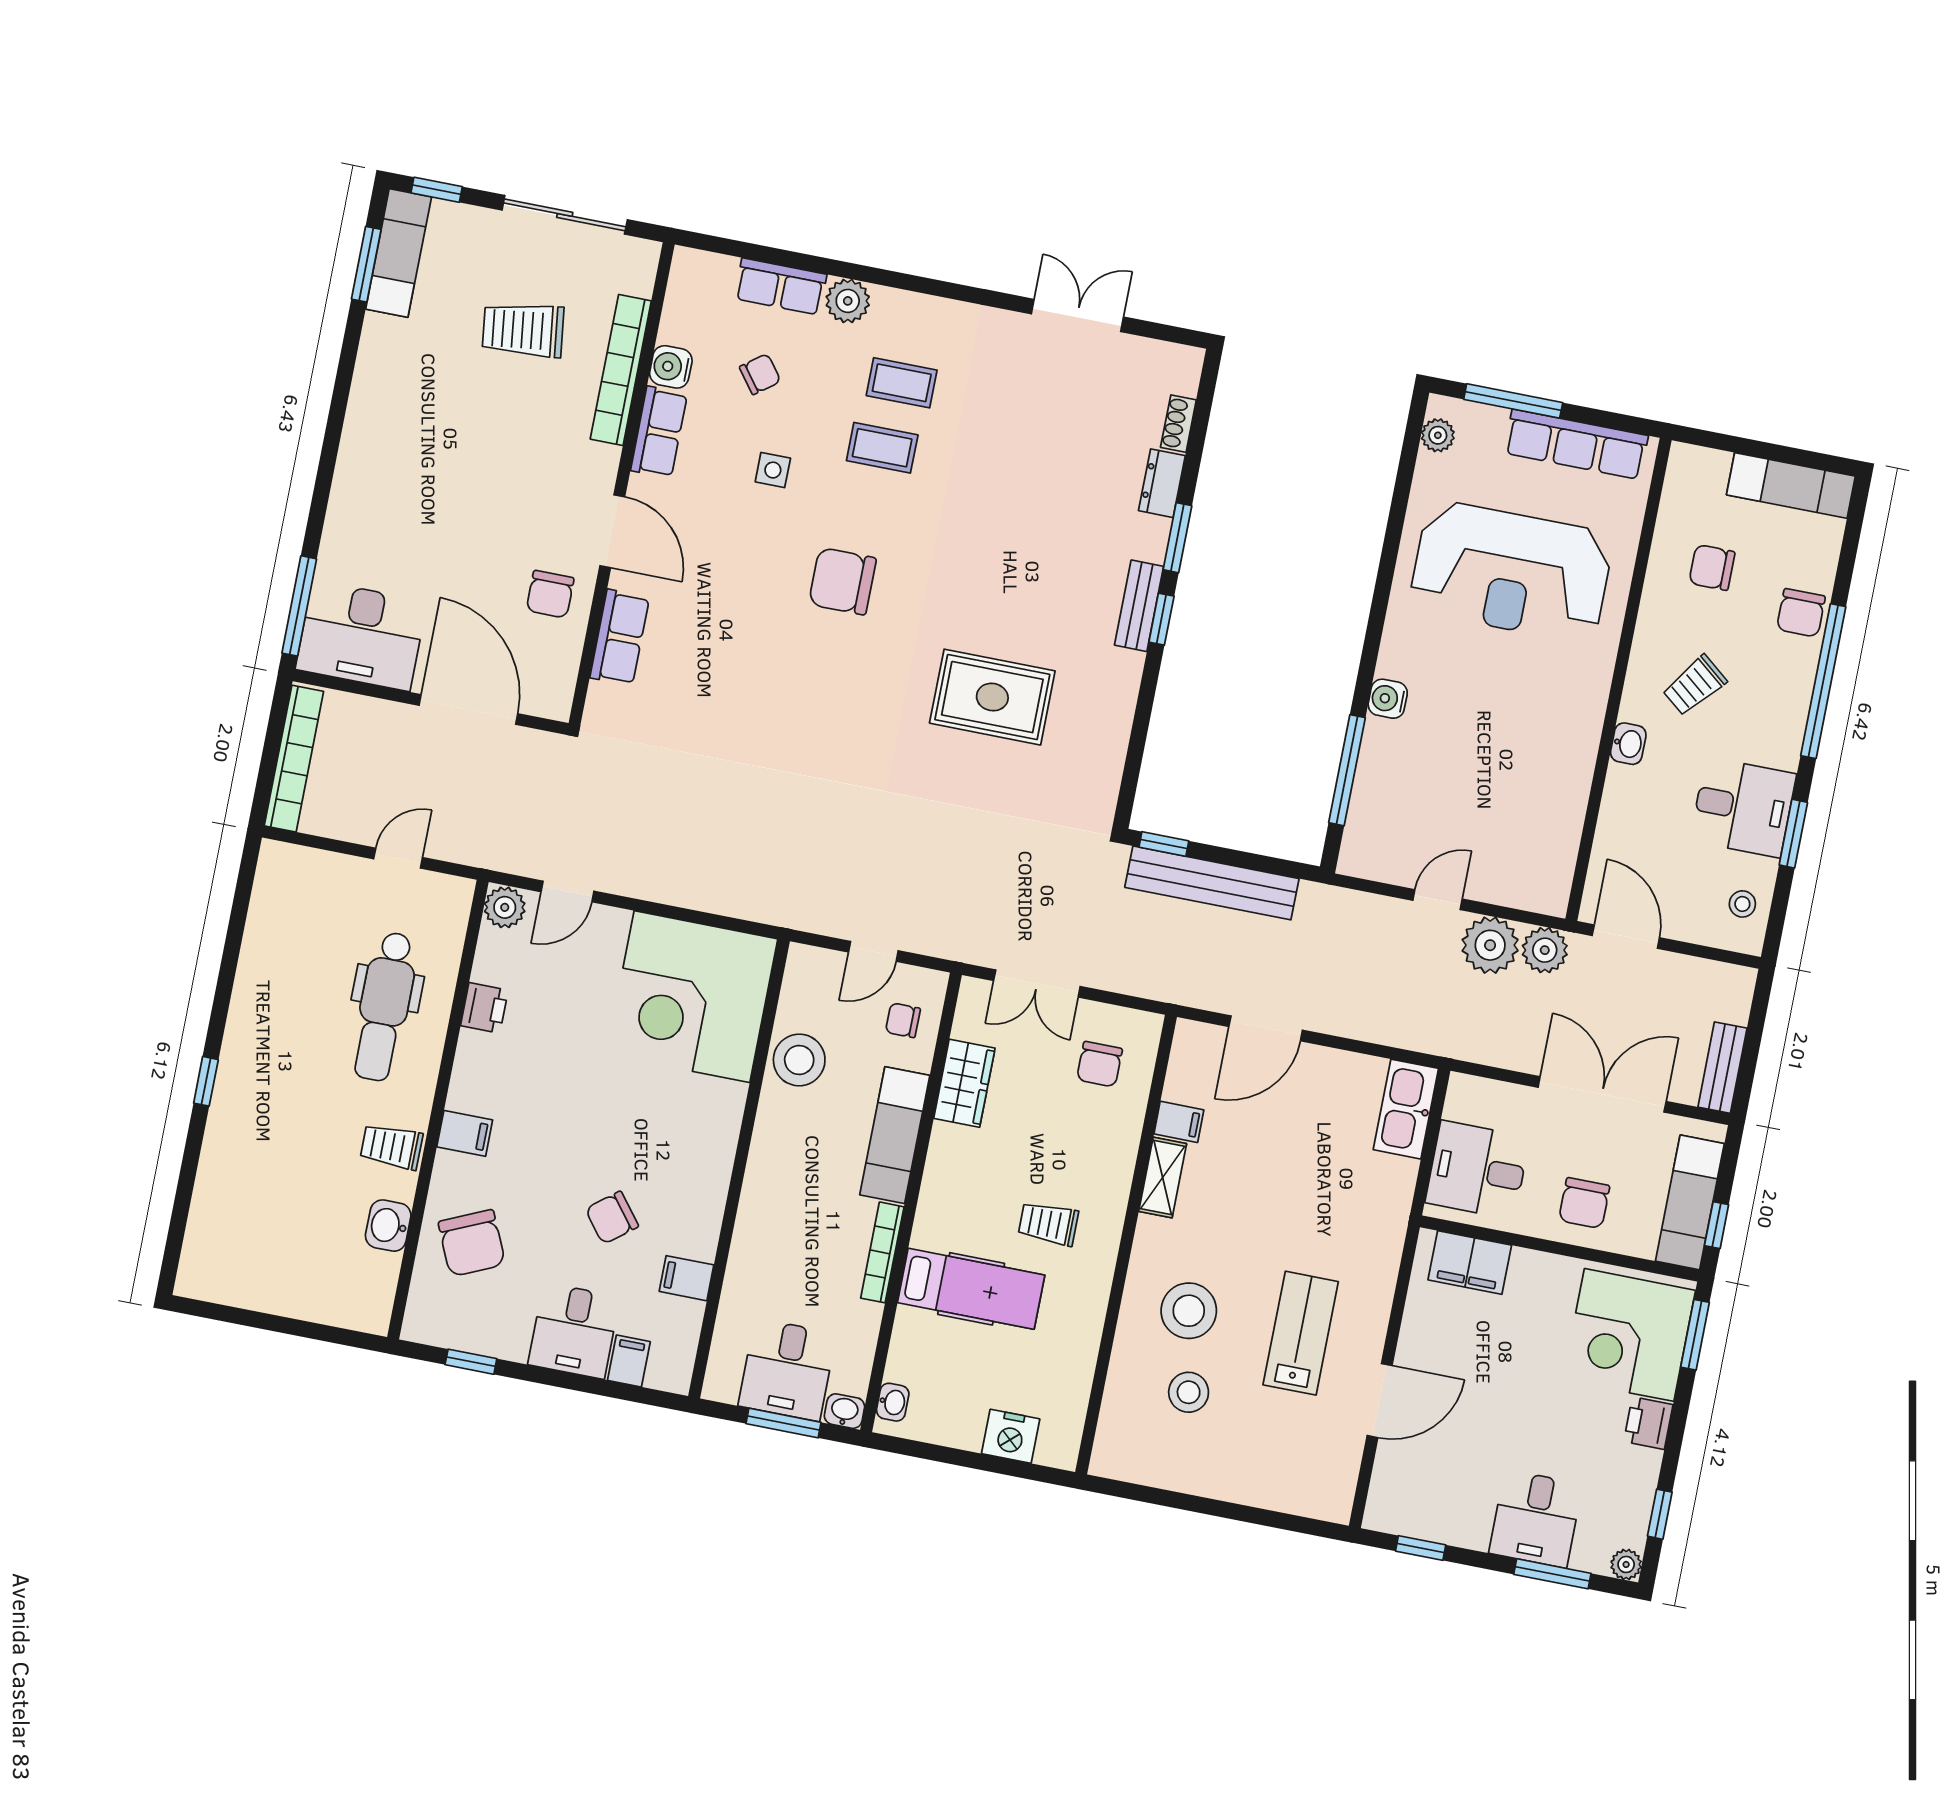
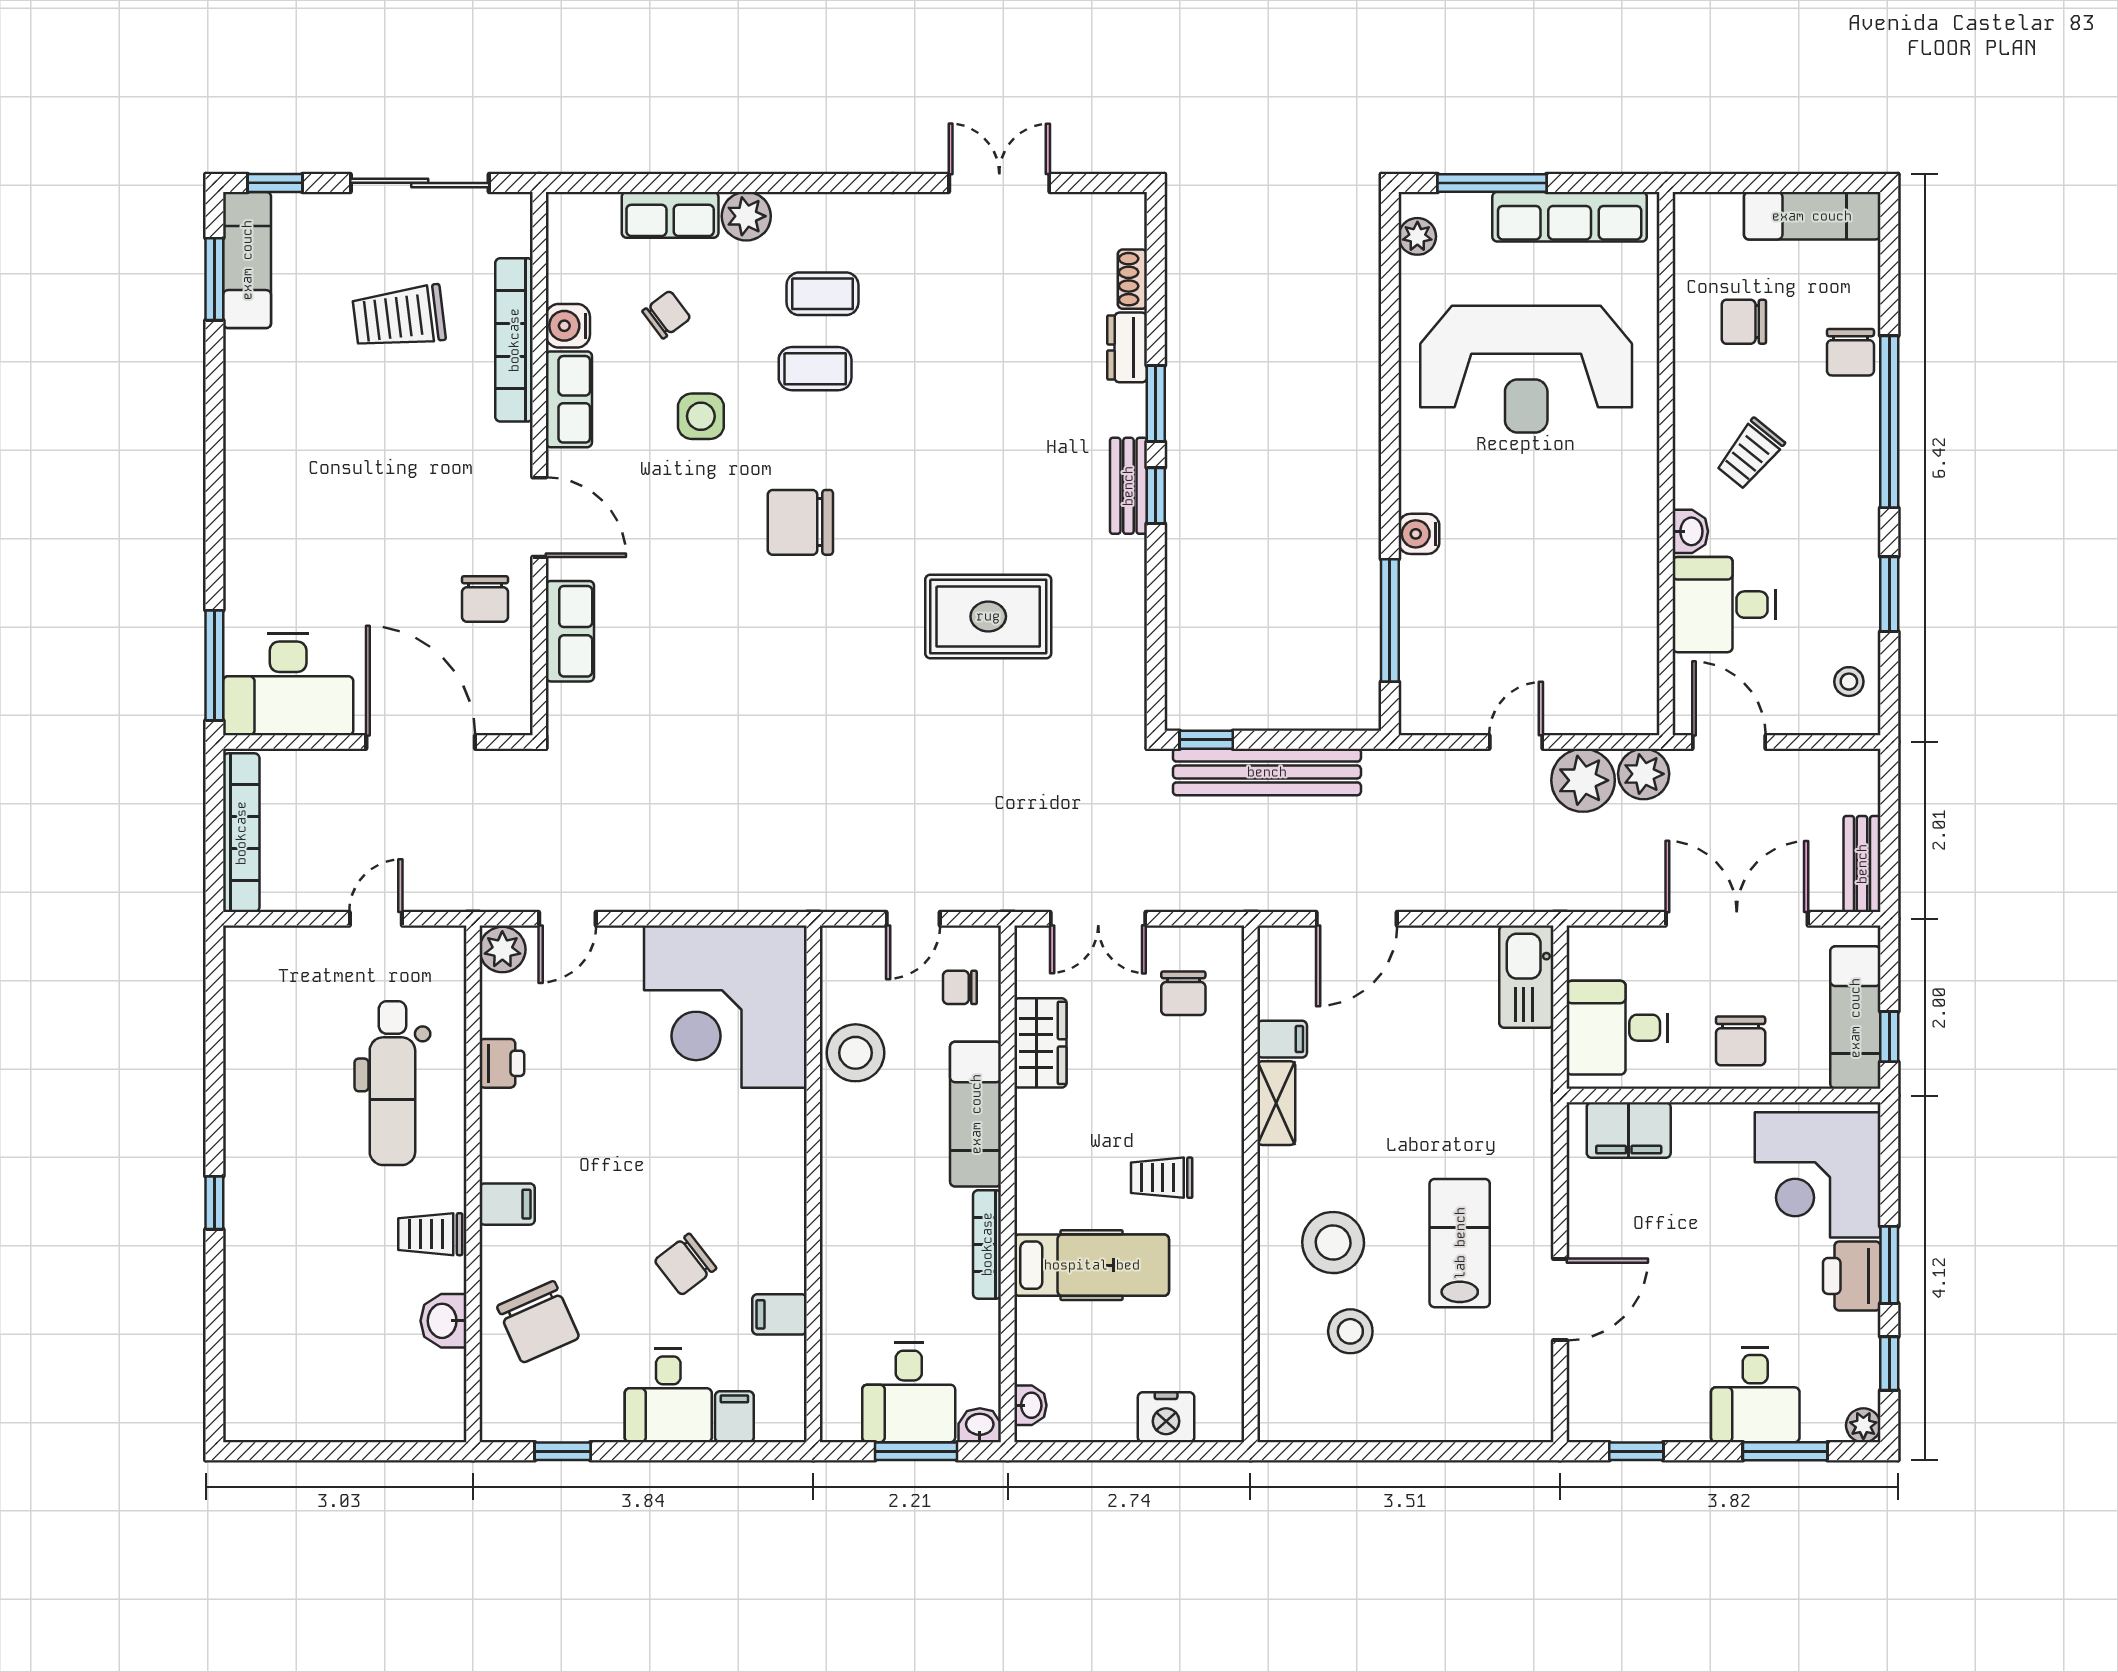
side table: (773, 470) -> (701, 416), width x1.37, depth x1.37
desk: (1743, 807) -> (1724, 605), moved, turned 180
window: (1695, 1335) -> (1889, 1265), moved
printer: (1648, 1423) -> (1852, 1276), width x1.36, depth x1.24

